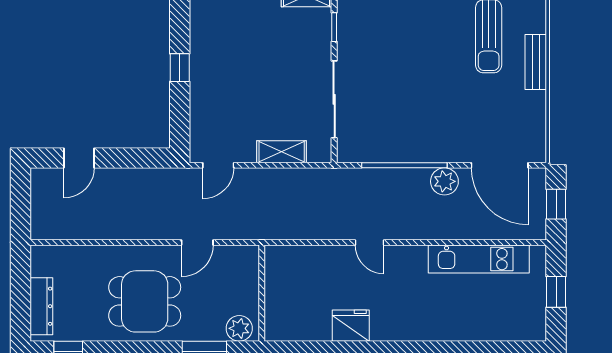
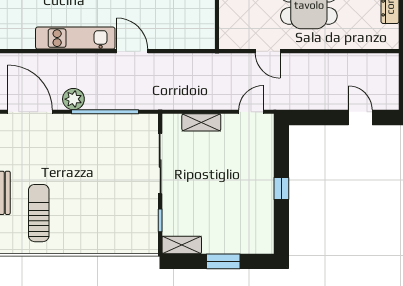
door: (79, 158) -> (360, 117), hinge flipped
door: (197, 242) -> (268, 51), swing flipped
door: (370, 242) -> (132, 51), width x1.38
kitchen unit: (479, 259) -> (75, 38), moved

